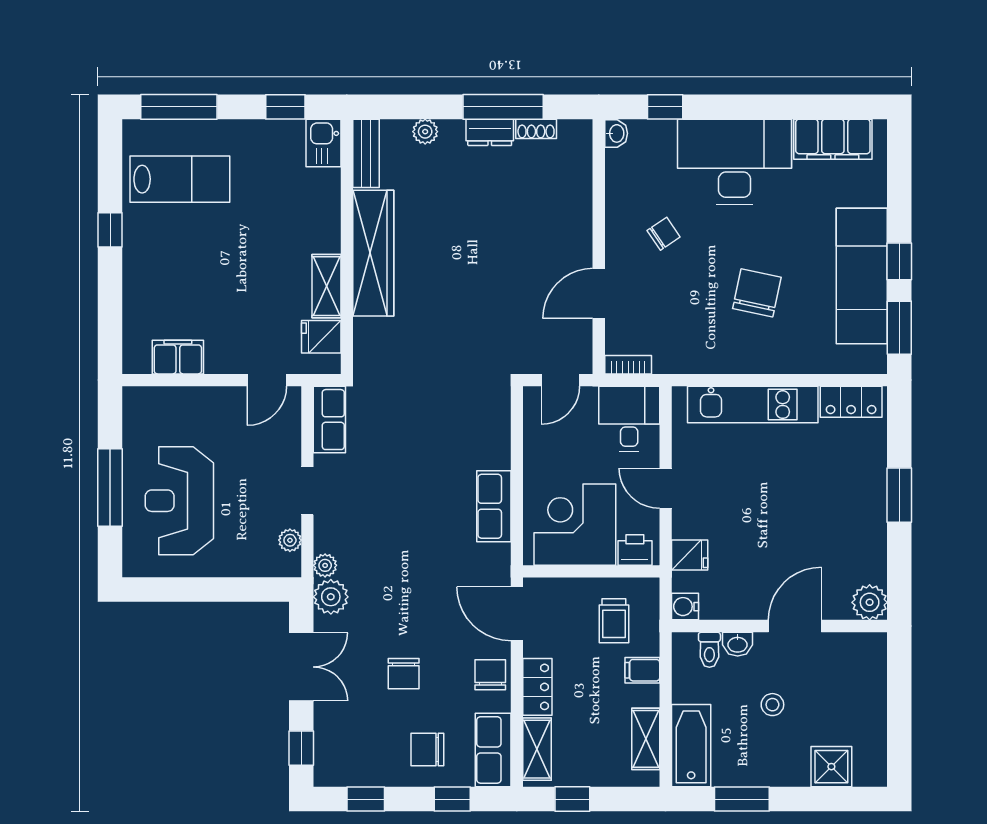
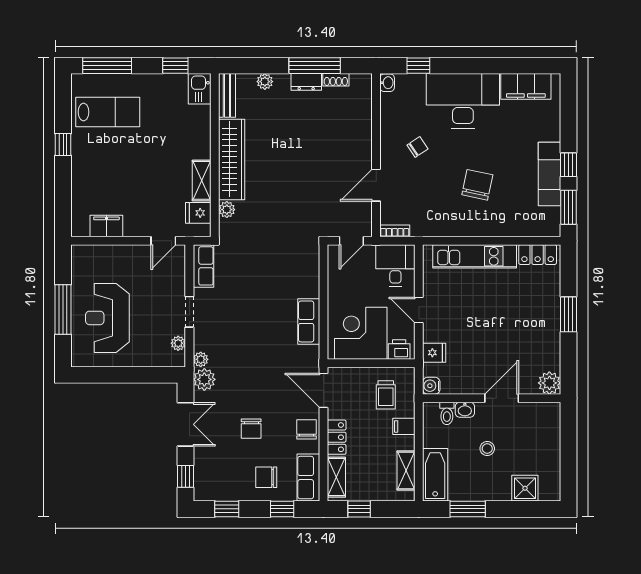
exam couch: (862, 276) -> (550, 174), width x0.73, depth x0.69
plant: (366, 331) -> (227, 210), added

